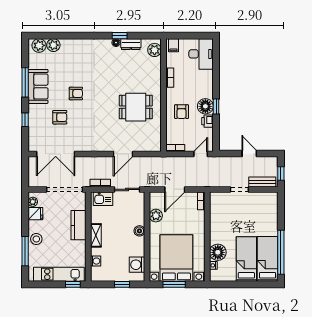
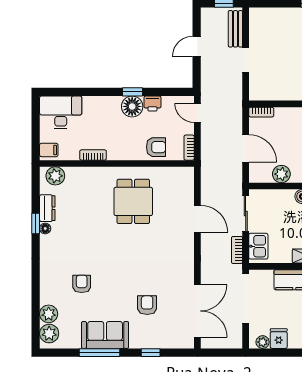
armchair: (76, 93) -> (82, 284), moved
armchair: (182, 112) -> (156, 147), moved

